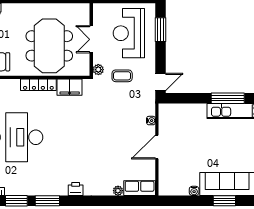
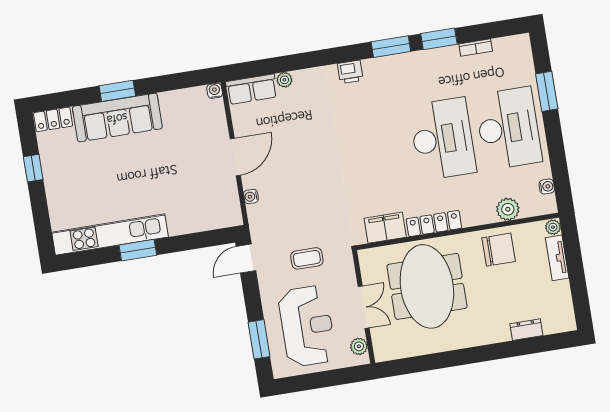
plant: (98, 70) -> (359, 346), moved
window: (228, 98) -> (138, 250), width x0.69
water cooler: (194, 191) -> (215, 91), moved

